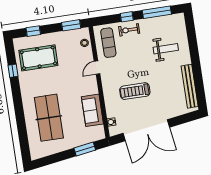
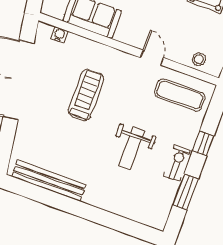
window: (157, 12) -> (186, 192), width x0.69
exercise bike: (129, 30) -> (177, 163), moved
weight bench: (166, 49) -> (132, 148), moved

